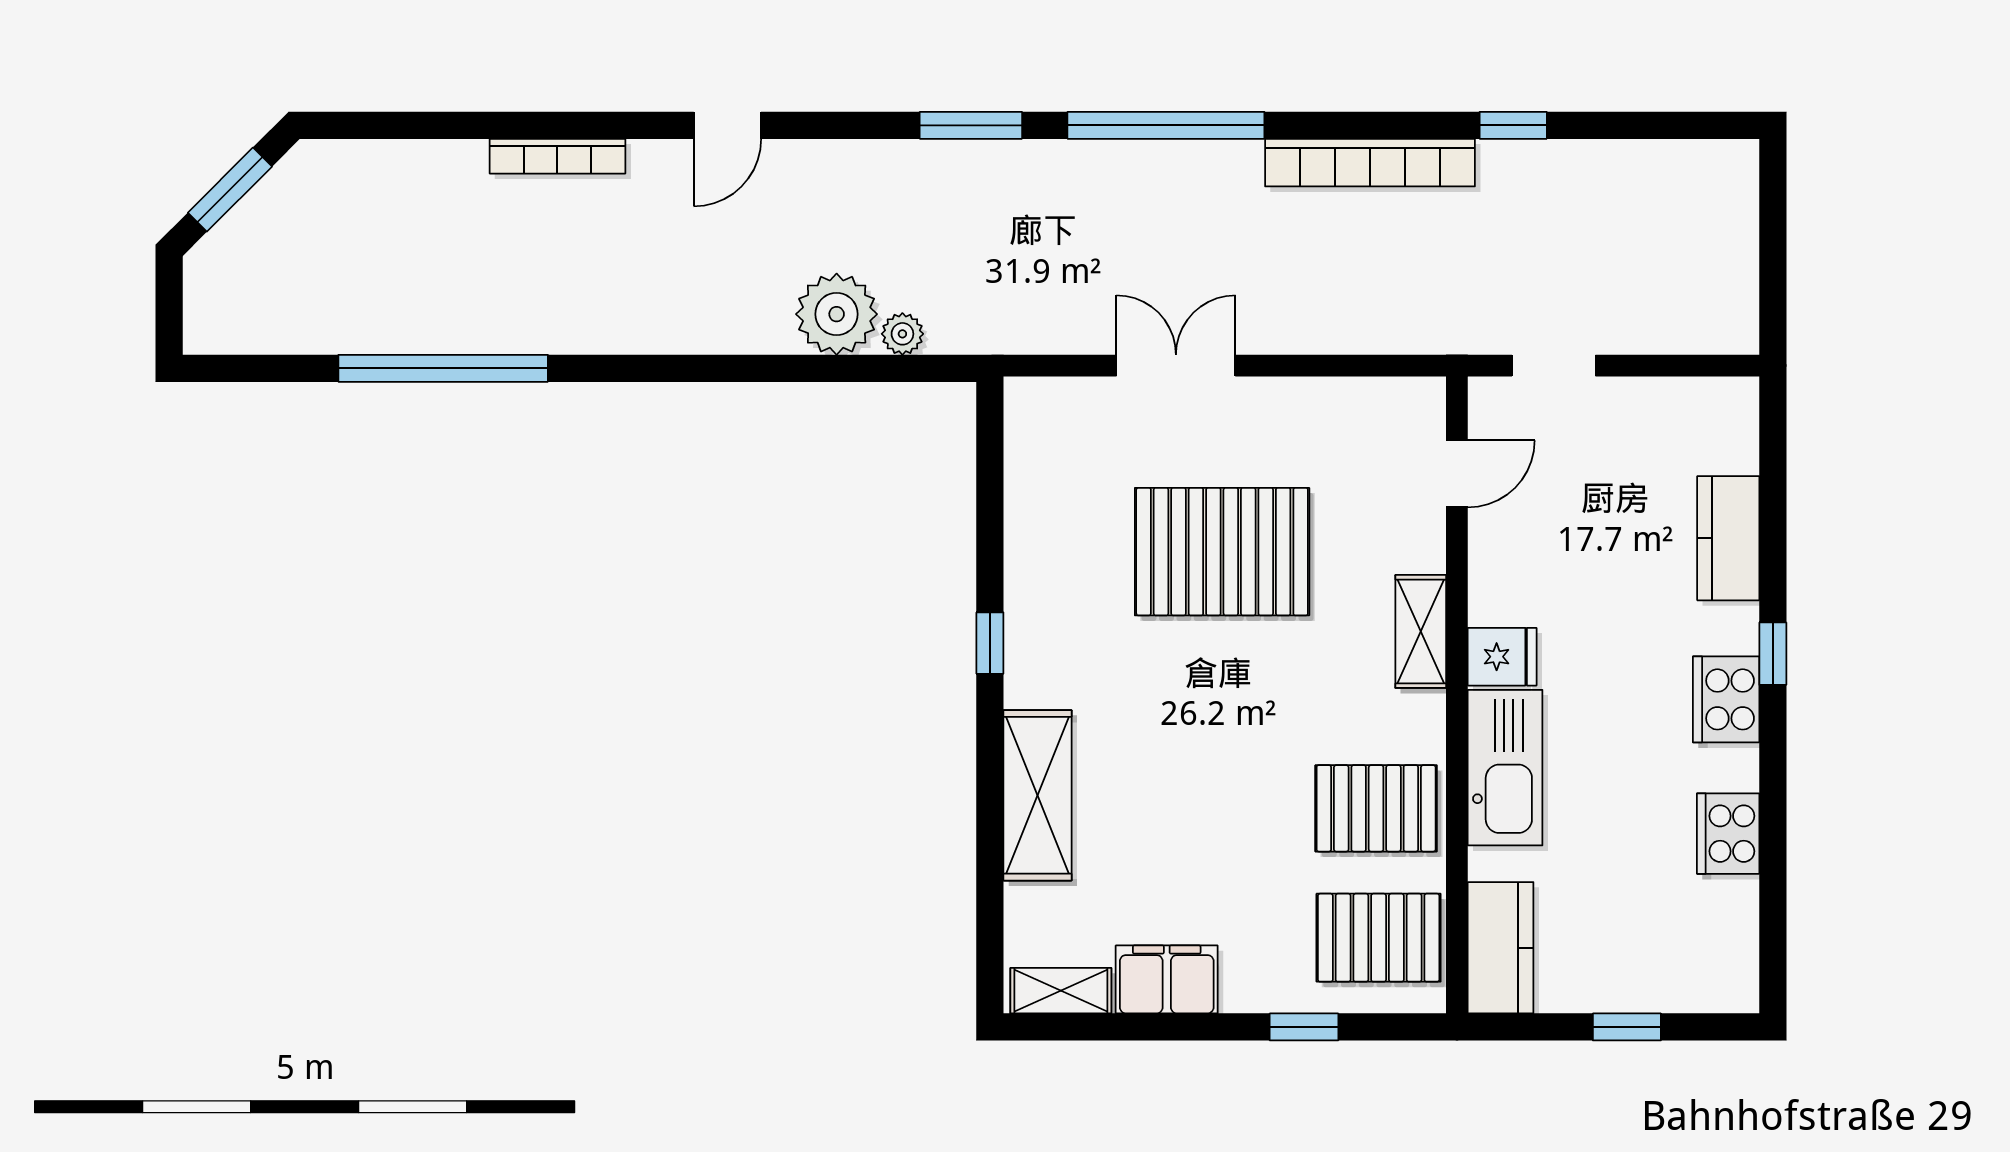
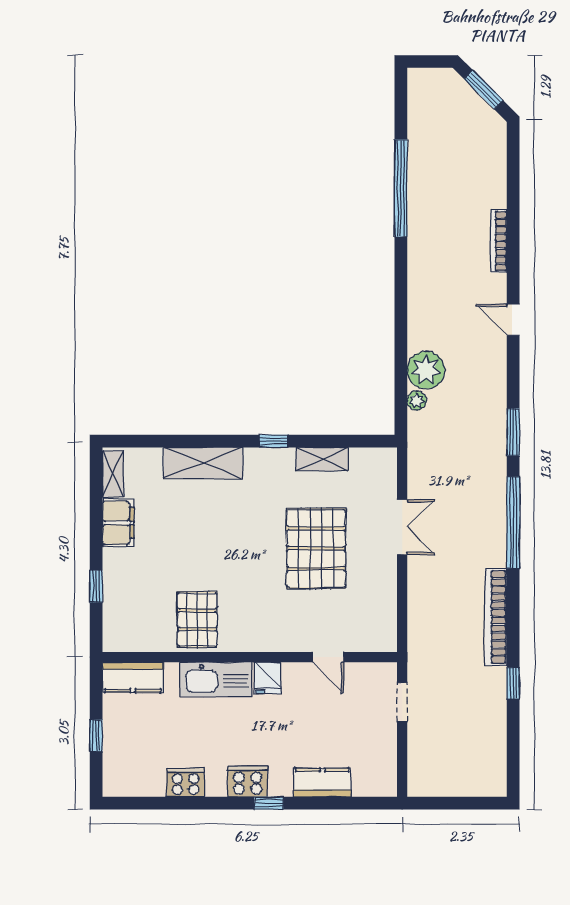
door: (1457, 474) -> (328, 657), moved
shelving: (1421, 631) -> (322, 459), moved
pallet: (1379, 938) -> (137, 621), removed

